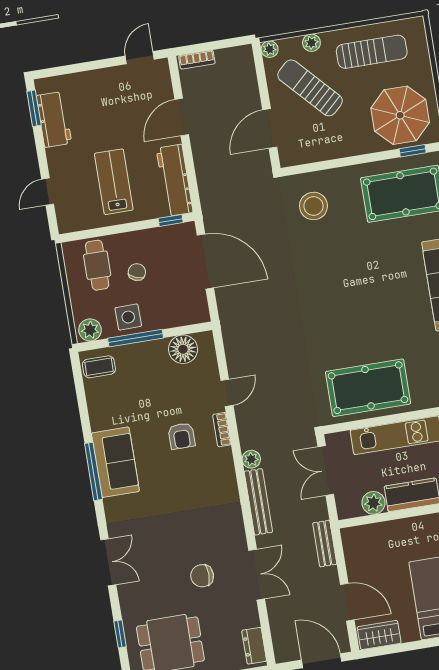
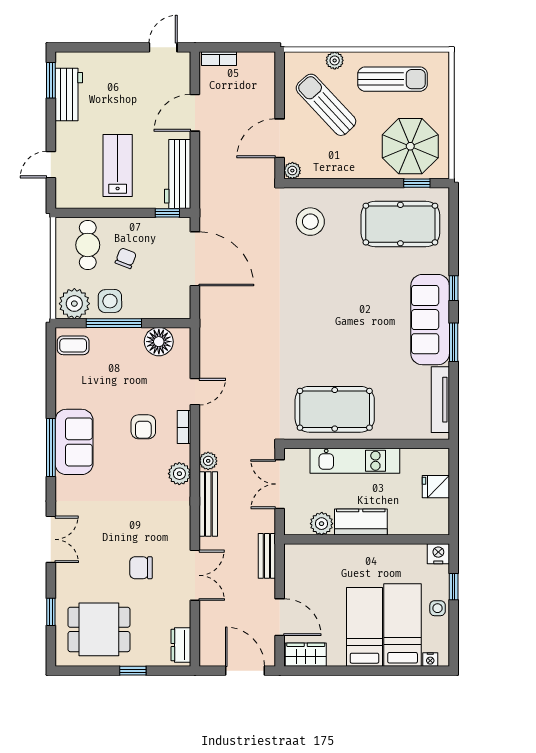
plant: (270, 49) -> (292, 171), moved
plant: (90, 330) -> (74, 304), width x1.36, depth x1.36
plant: (225, 476) -> (179, 474), added

